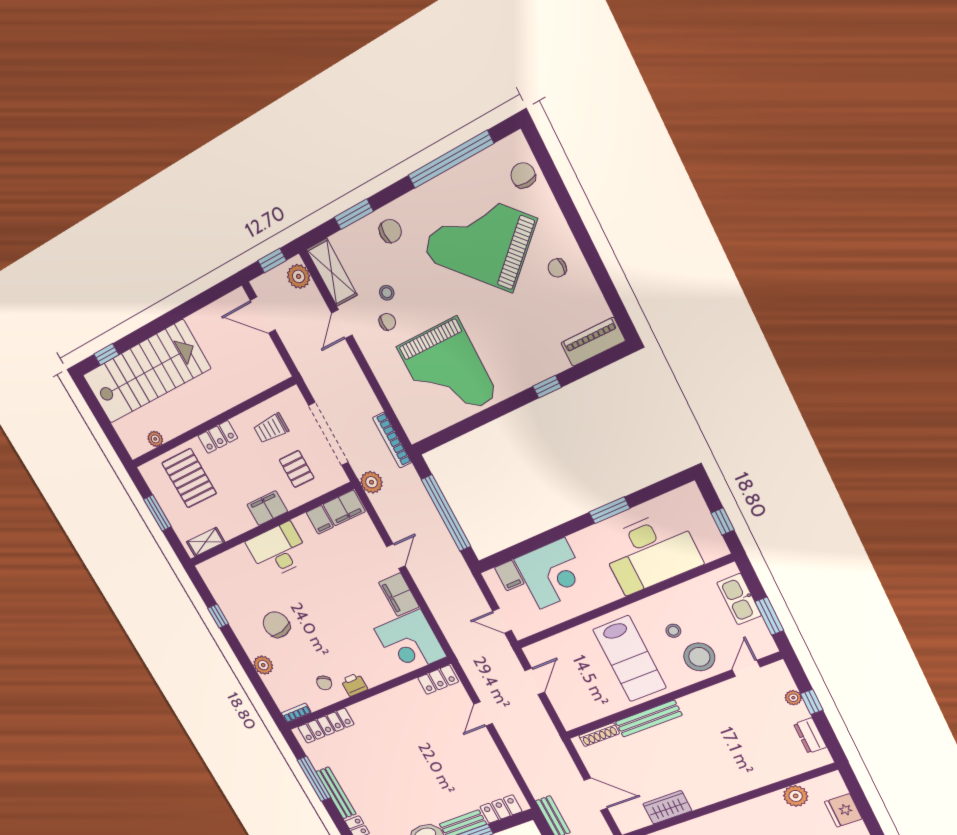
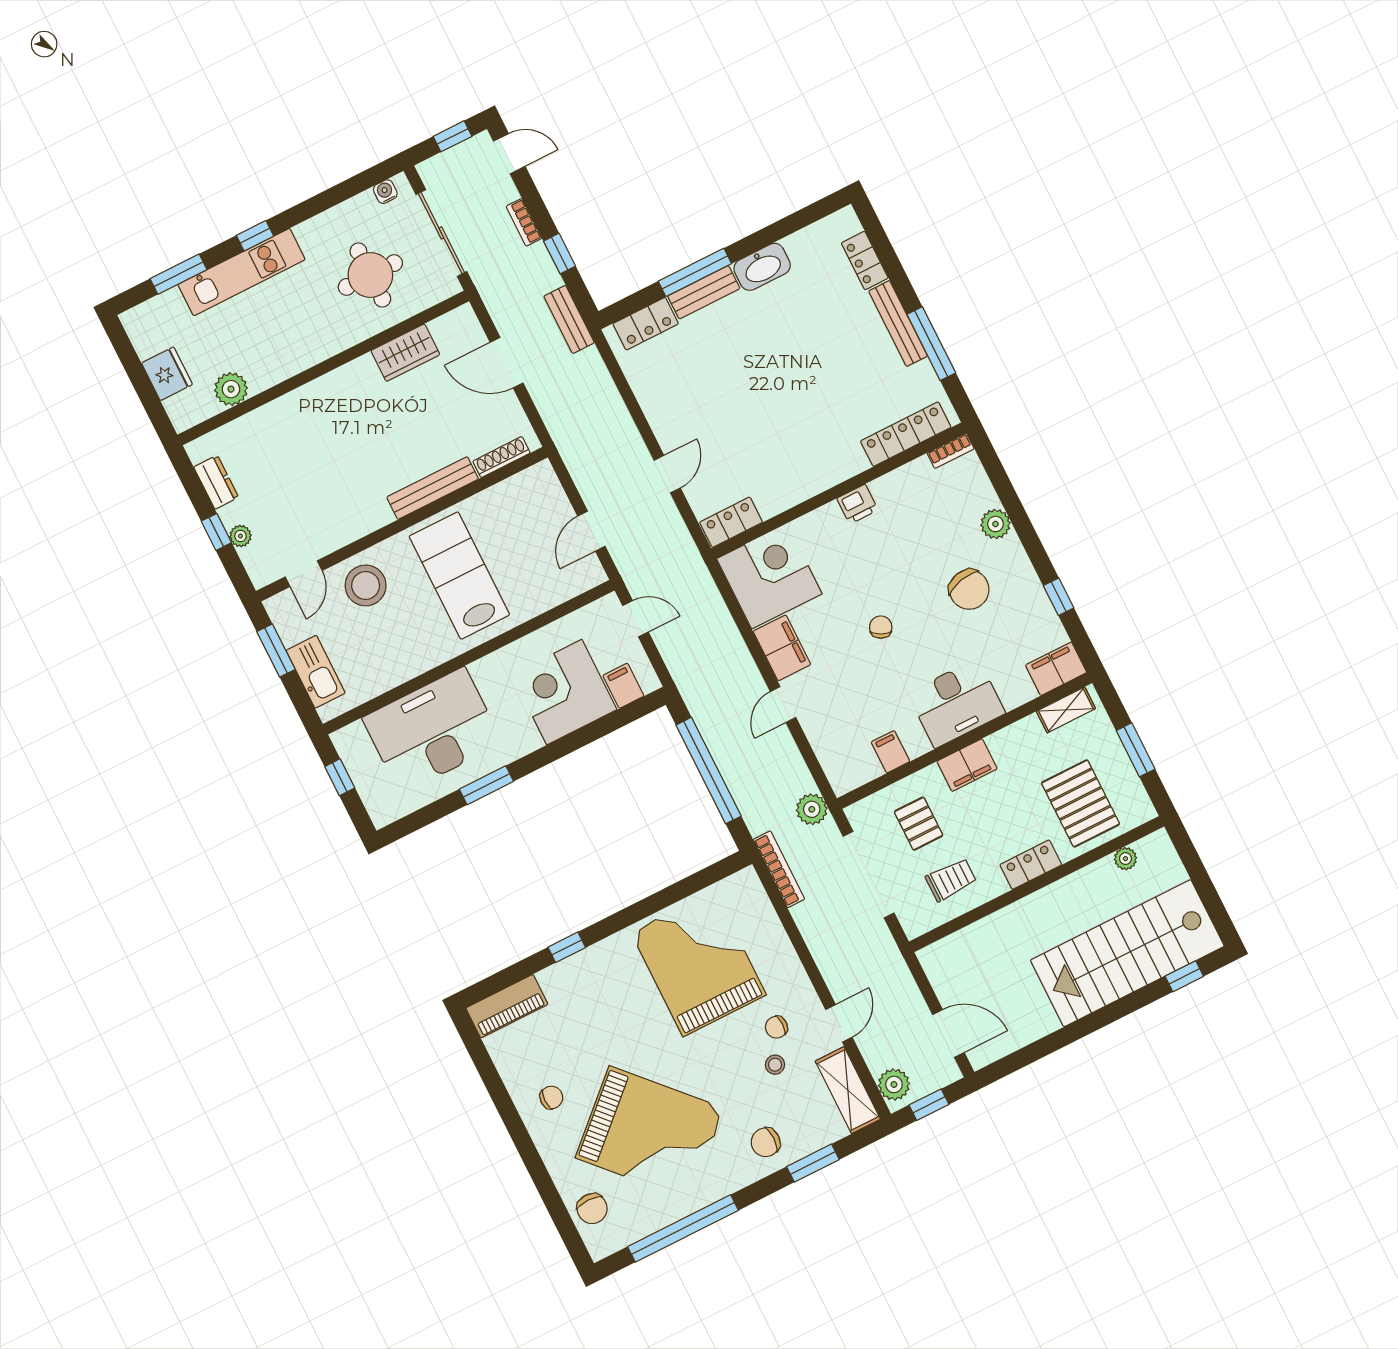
filing cabinet: (344, 508) -> (1056, 669), moved
stool: (673, 631) -> (401, 621), removed
chair: (324, 683) -> (881, 627), moved

